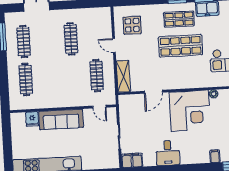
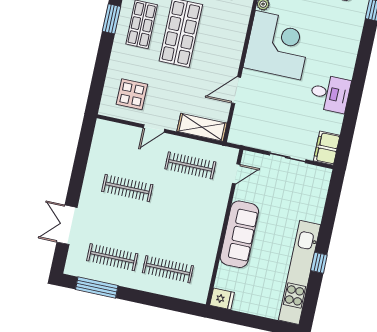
door: (153, 92) -> (236, 90), swing flipped
fridge: (32, 119) -> (222, 299), moved
filing cabinet: (215, 156) -> (354, 27), removed

